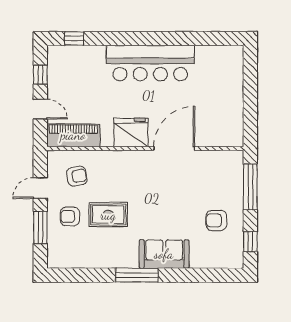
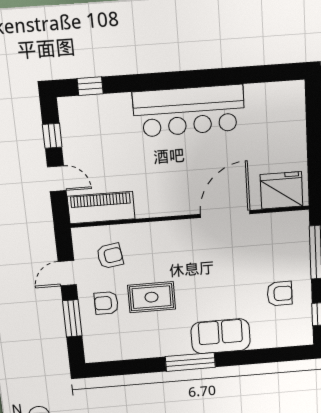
fridge: (131, 132) -> (282, 190), moved
armchair: (216, 220) -> (280, 294), turned 180

